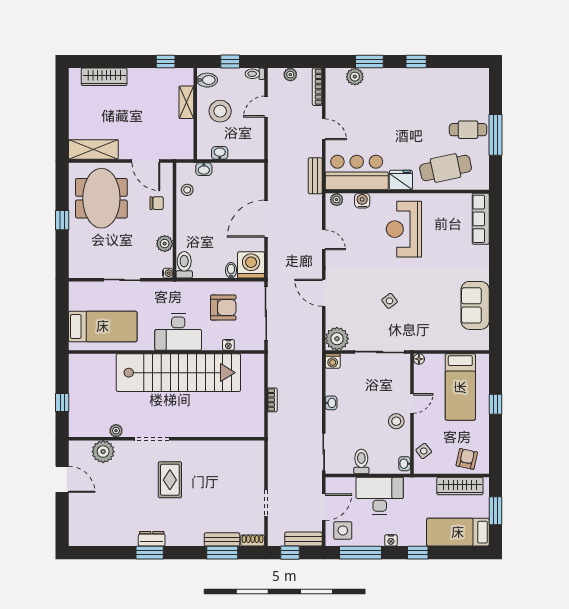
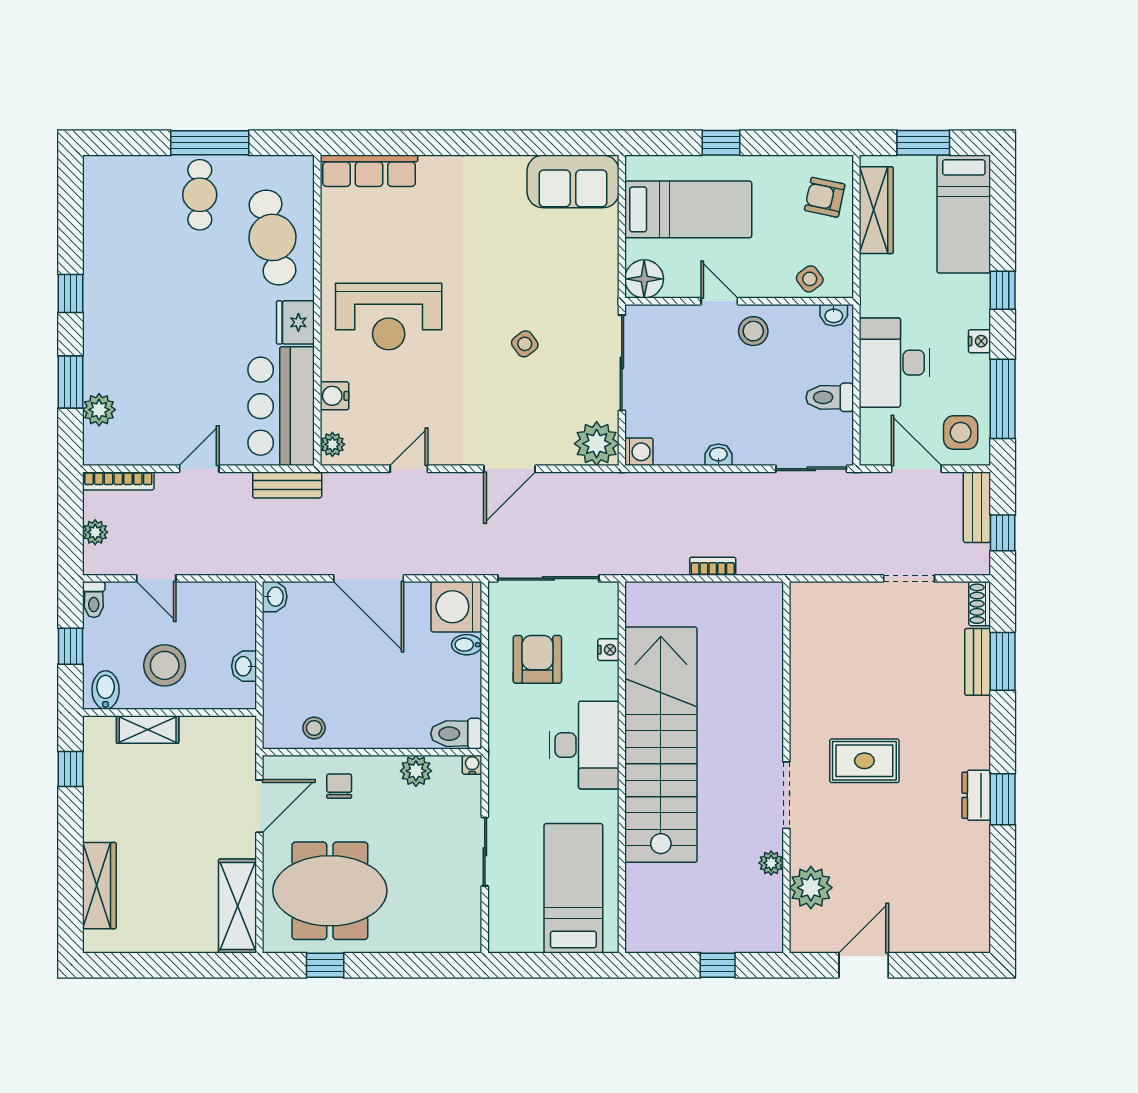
washbasin: (204, 169) -> (275, 597), moved
window: (62, 220) -> (325, 965), moved
sofa: (475, 305) -> (573, 181), moved
floor lamp: (419, 359) -> (644, 279), width x1.89, depth x1.89

